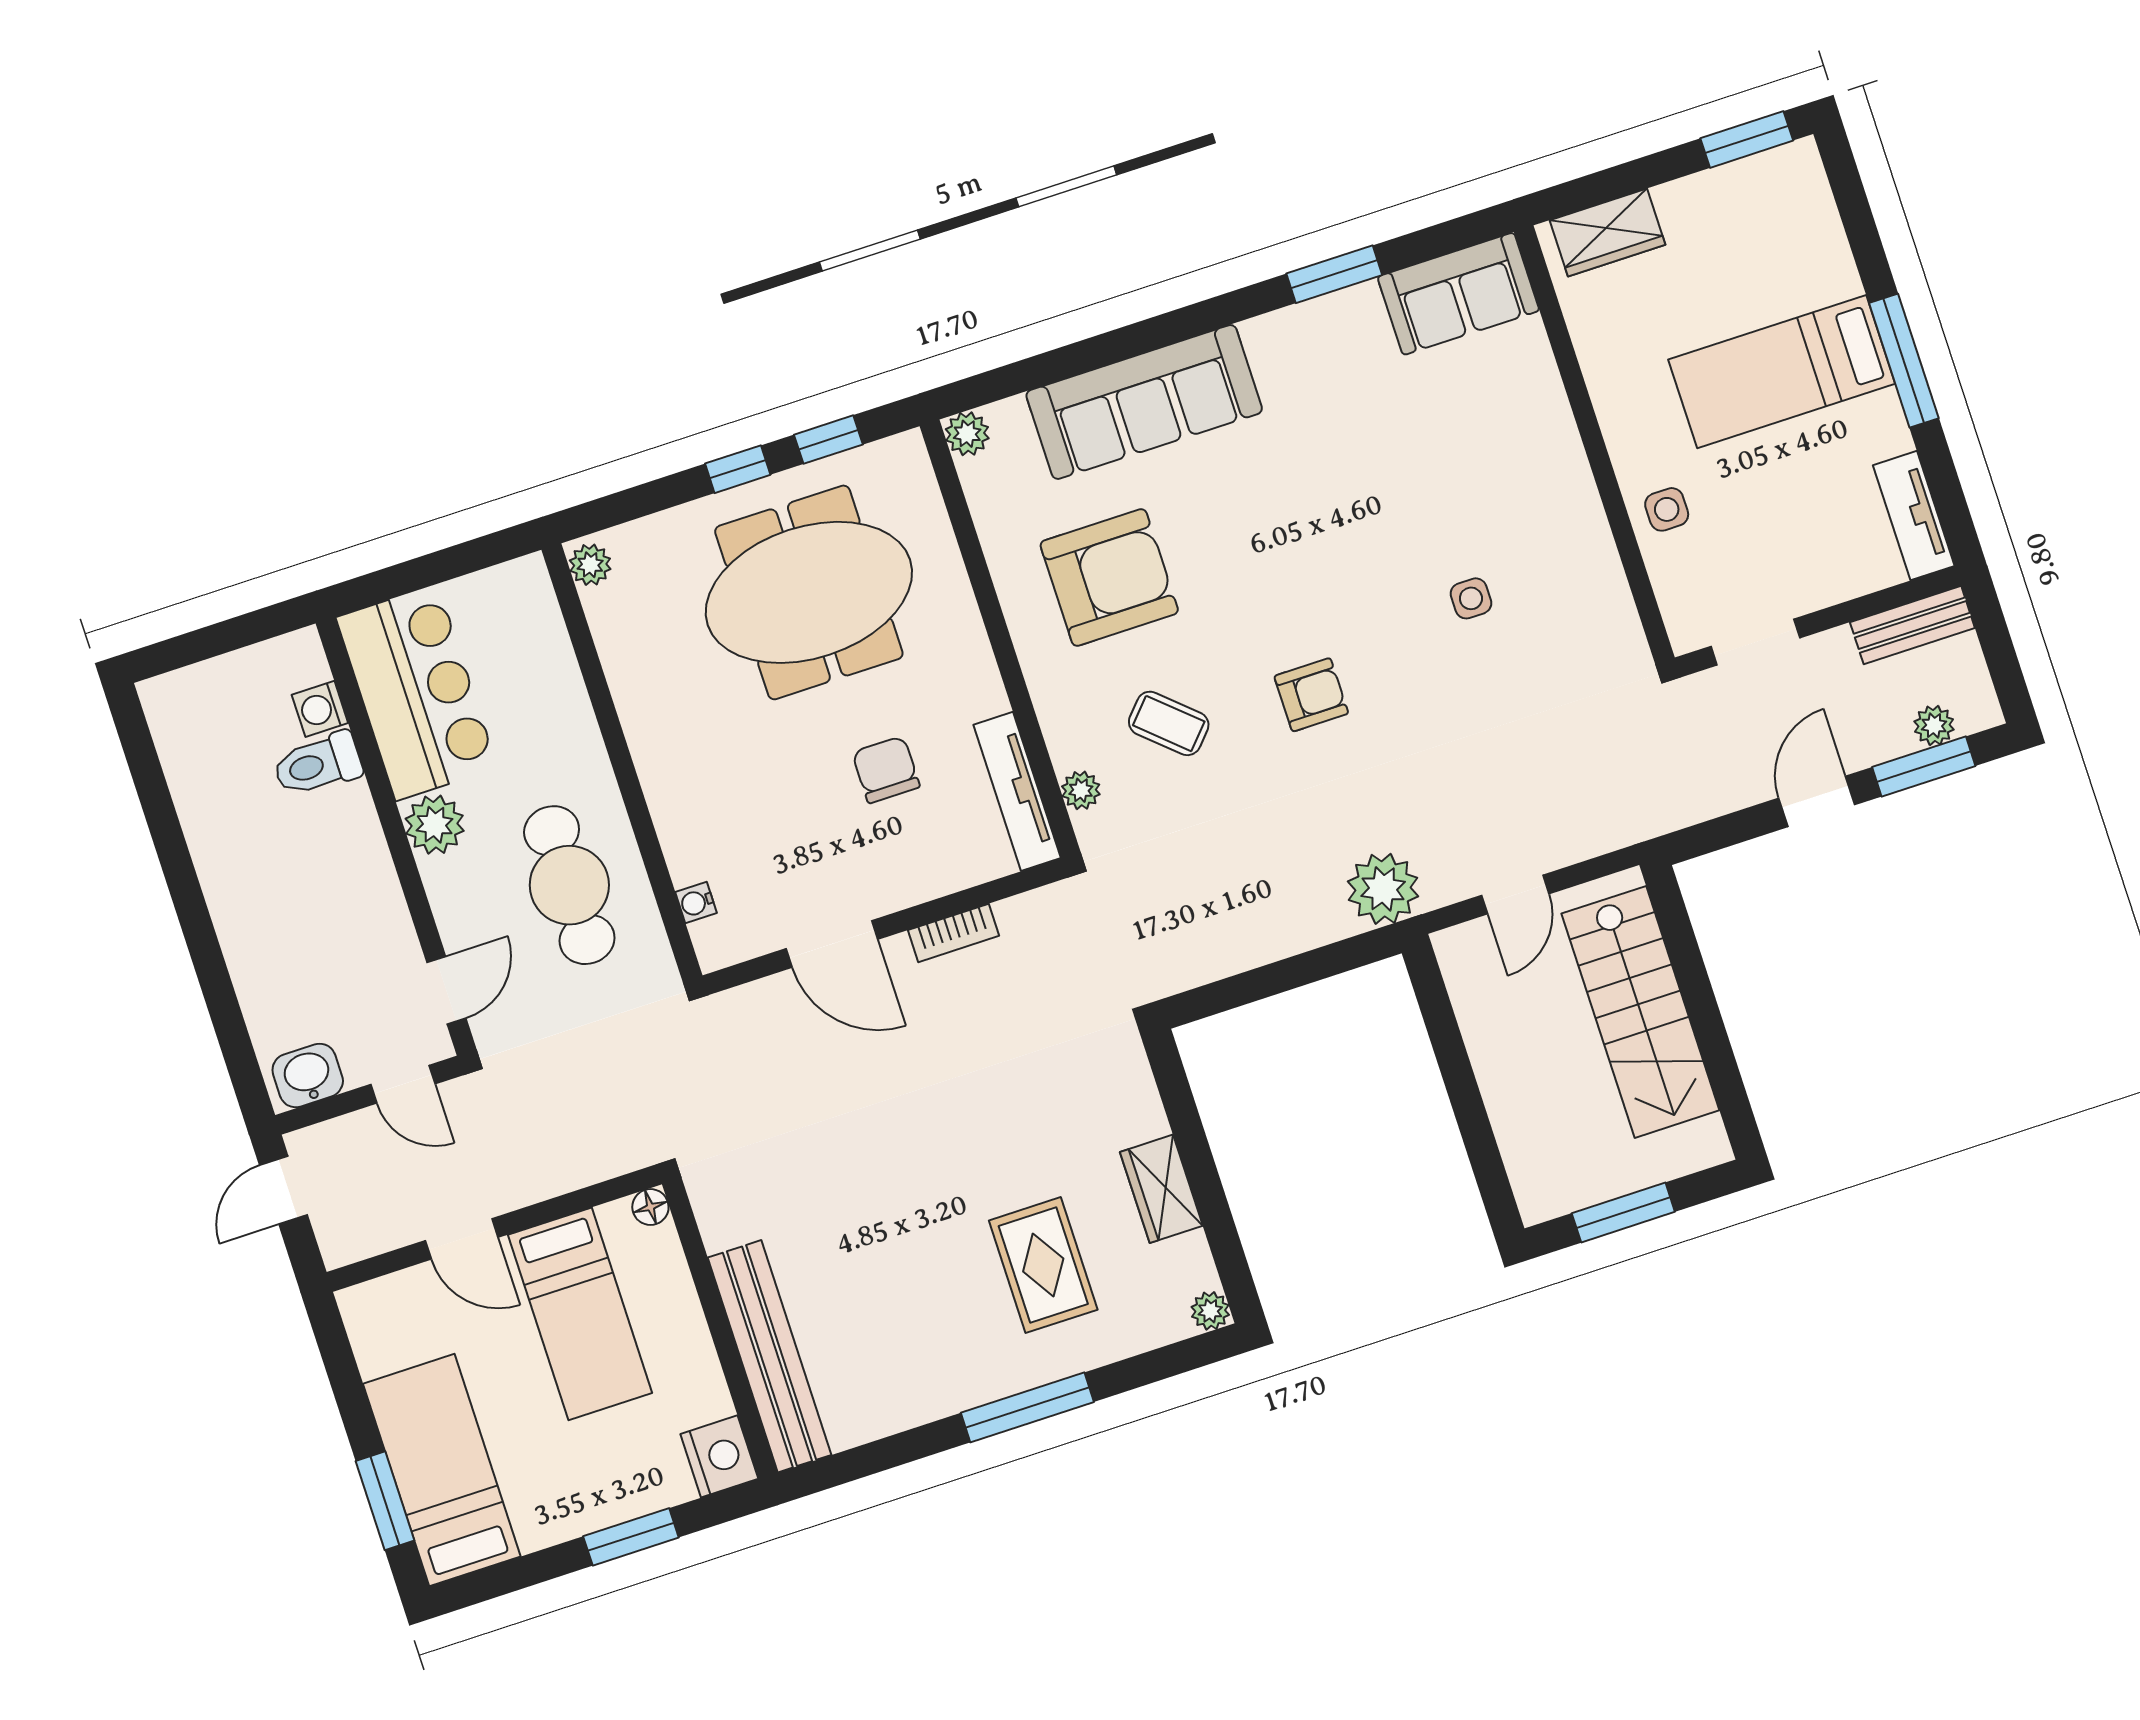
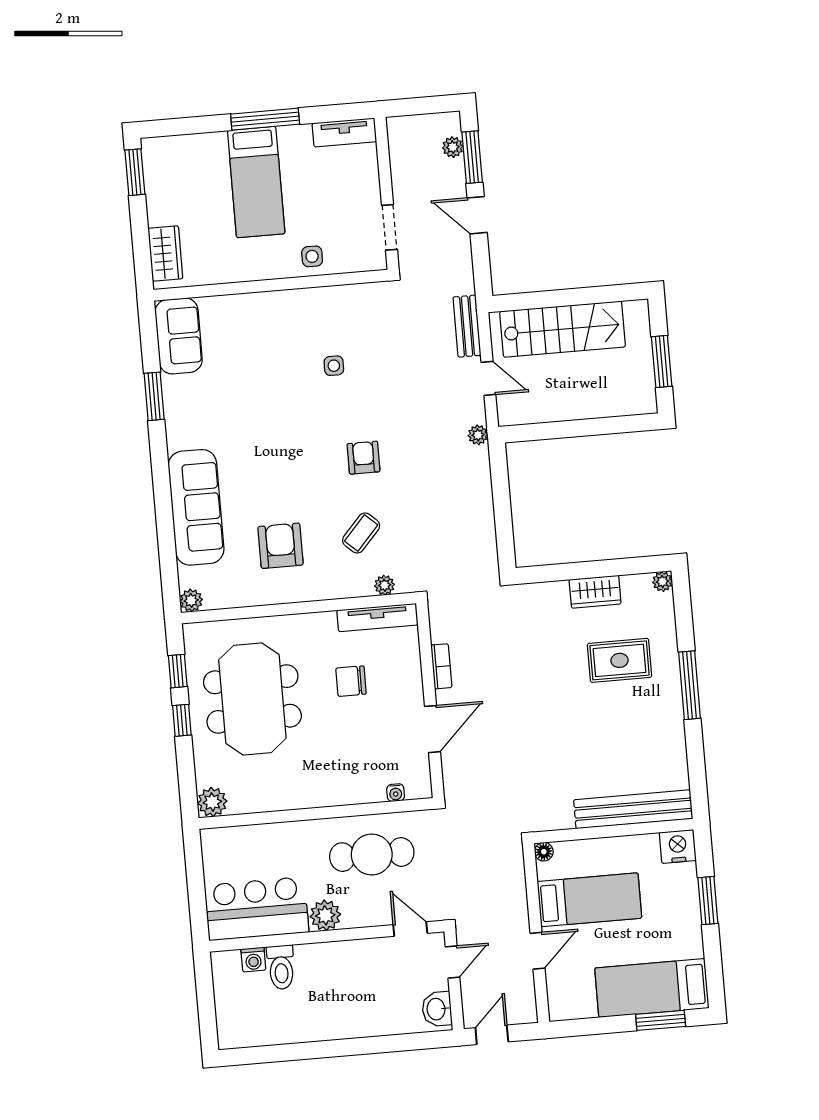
plant: (590, 565) -> (212, 802), width x1.38, depth x1.38
armchair: (1109, 577) -> (280, 546), width x0.73, depth x0.73
bench: (1912, 625) -> (467, 326), moved
plant: (1383, 889) -> (478, 435), width x0.53, depth x0.53
door: (283, 1190) -> (492, 1035), swing flipped

